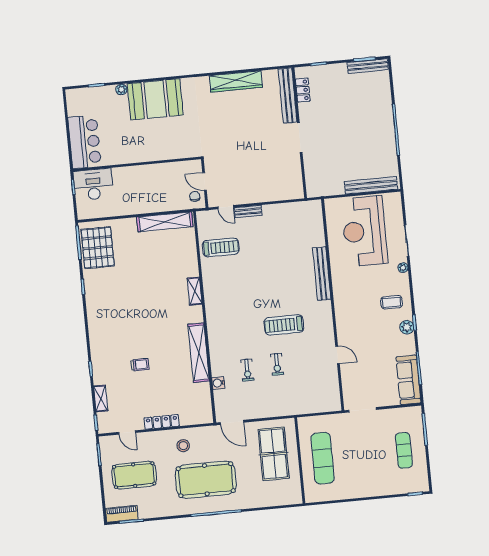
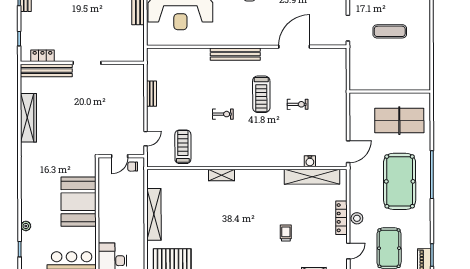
booth: (155, 99) -> (79, 202), moved
bench: (248, 211) -> (152, 94), moved
shelving: (165, 222) -> (154, 214), moved
bench: (322, 274) -> (235, 54), moved
shelving: (199, 353) -> (312, 177), moved
door: (337, 355) -> (294, 47), width x1.87
exercise bike: (247, 370) -> (223, 114), moved
stool: (183, 446) -> (357, 218), moved
table tennis table: (274, 454) -> (399, 121), moved
exercise mat: (323, 458) -> (390, 31), moved, width x0.73, depth x0.69

